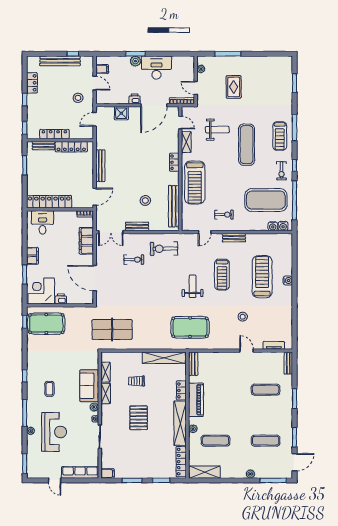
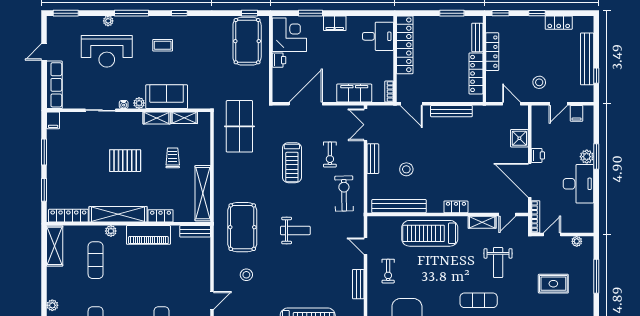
exercise mat: (247, 145) -> (479, 300), width x0.73, depth x0.69
treadmill: (222, 275) -> (292, 163), moved, turned -90
stool: (243, 317) -> (246, 275), moved

